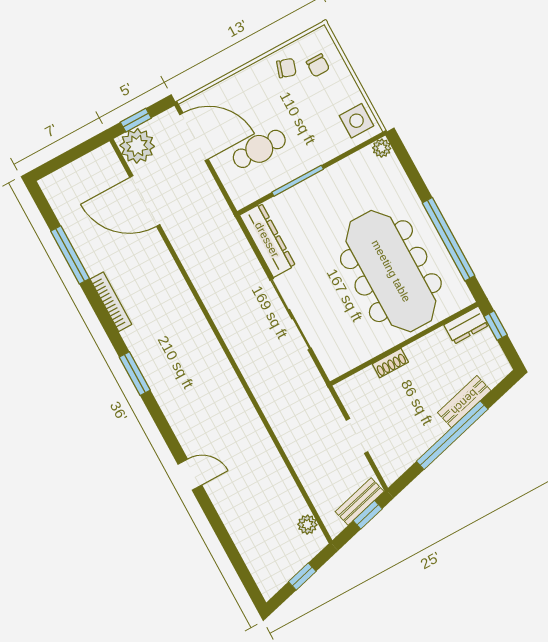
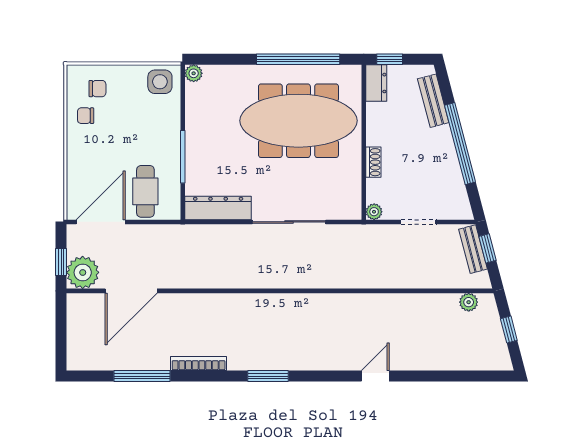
chair: (286, 68) -> (86, 116), turned -108
cafe table: (259, 149) -> (145, 191), moved
plant: (344, 389) -> (374, 212), added
bench: (464, 402) -> (433, 101), moved

